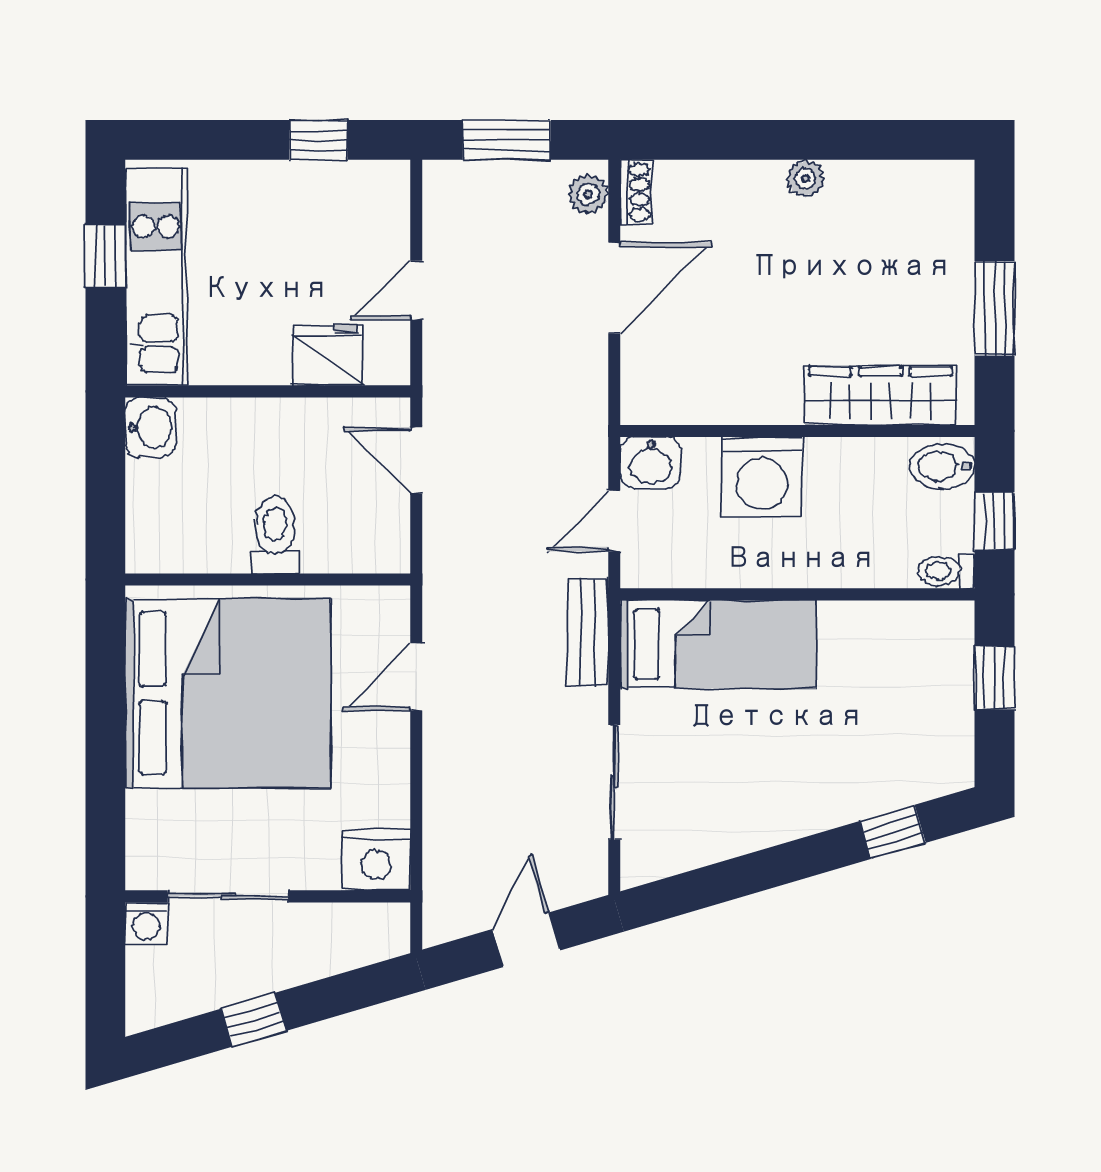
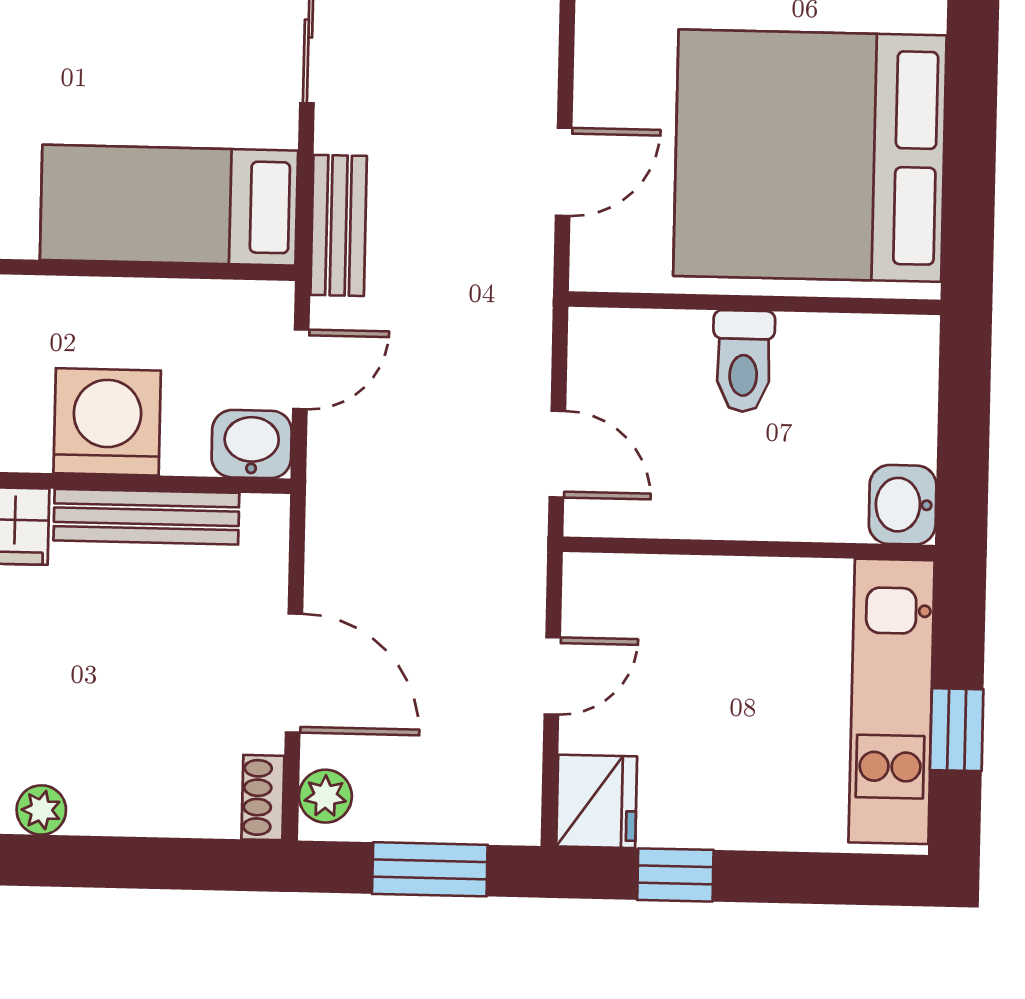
door: (614, 288) -> (294, 673), swing flipped
fridge: (327, 355) -> (597, 801), moved, turned -90
bench: (730, 405) -> (146, 517), added

